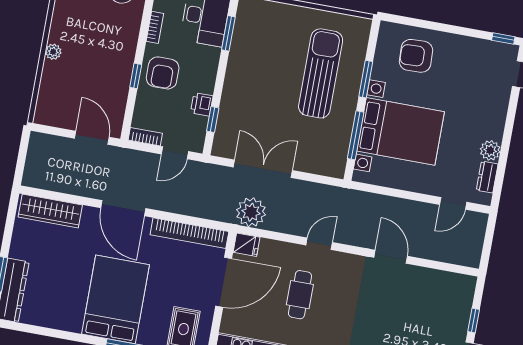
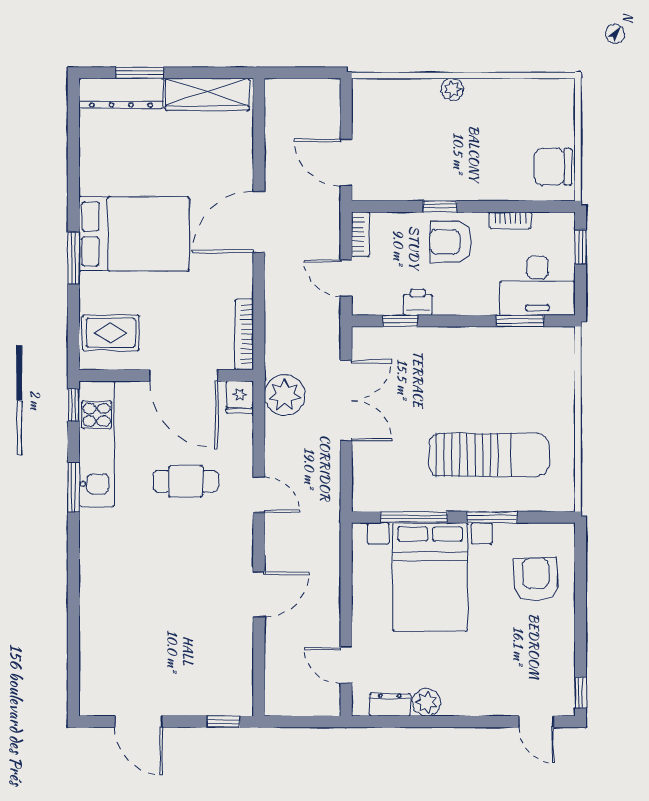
door: (92, 138) -> (346, 163), swing flipped
wardrobe: (50, 211) -> (207, 94), moved, turned -90
bookcase: (189, 233) -> (244, 334), width x0.68, depth x0.76
window: (474, 320) -> (224, 722), moved

